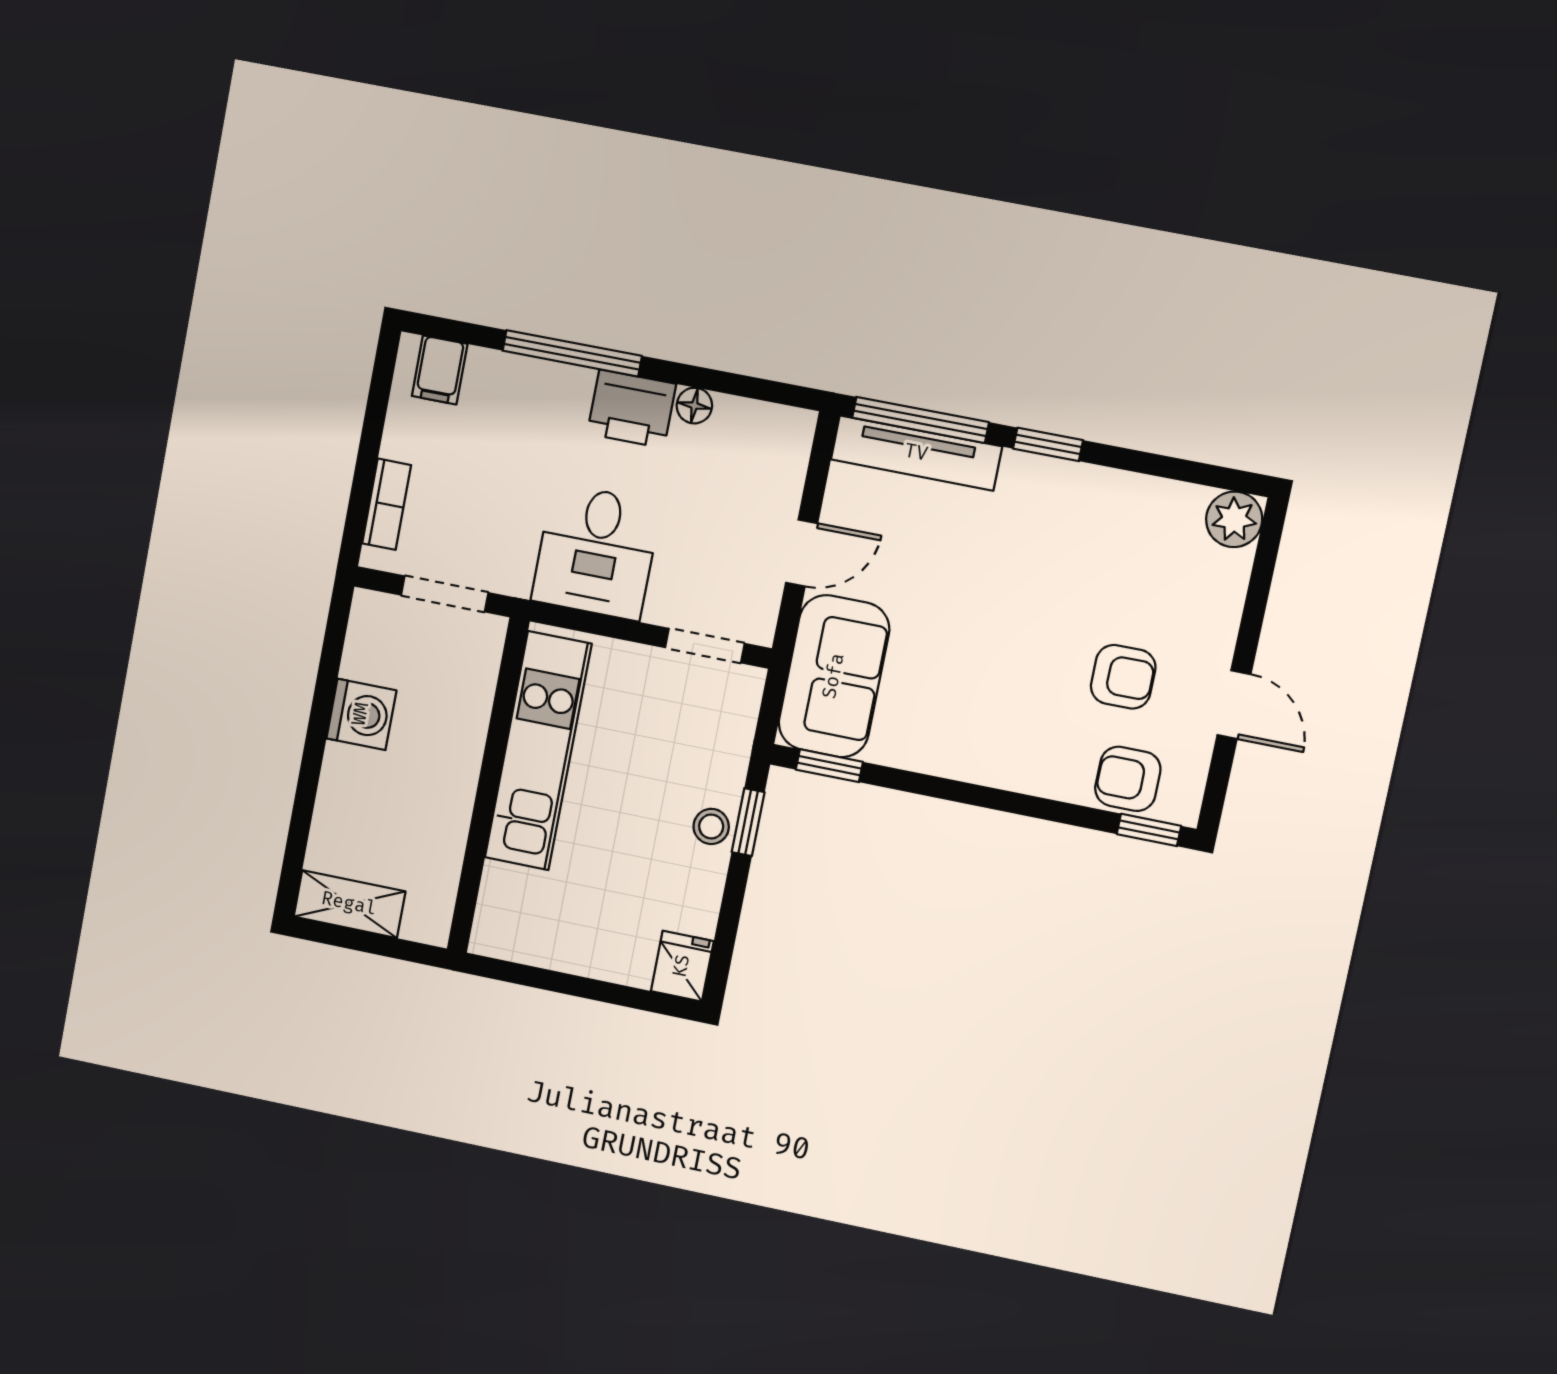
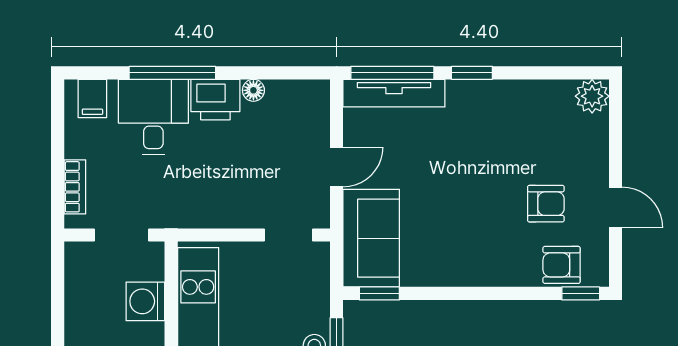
desk: (596, 552) -> (153, 117), moved, turned 180
washing machine: (361, 714) -> (145, 301), moved, turned 180

